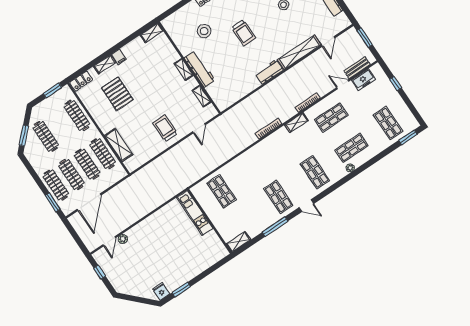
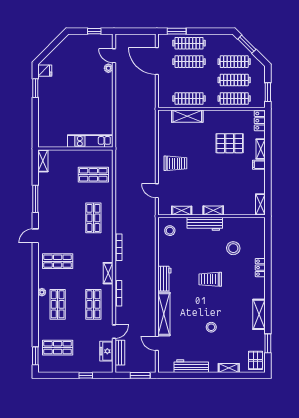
stool: (225, 95) -> (170, 231), added
clothes rail: (87, 164) -> (234, 80), moved
shop shelf: (278, 197) -> (93, 218), moved, turned 90

